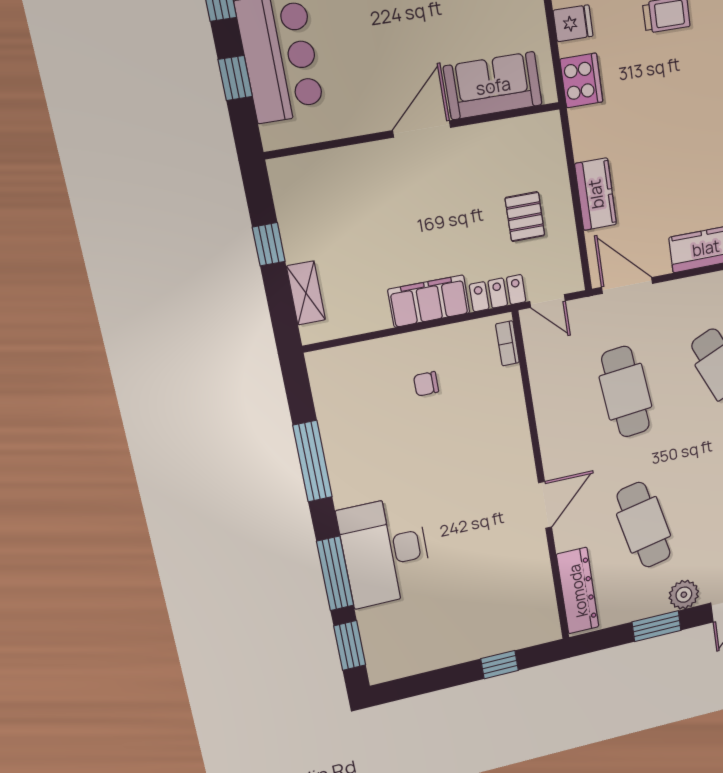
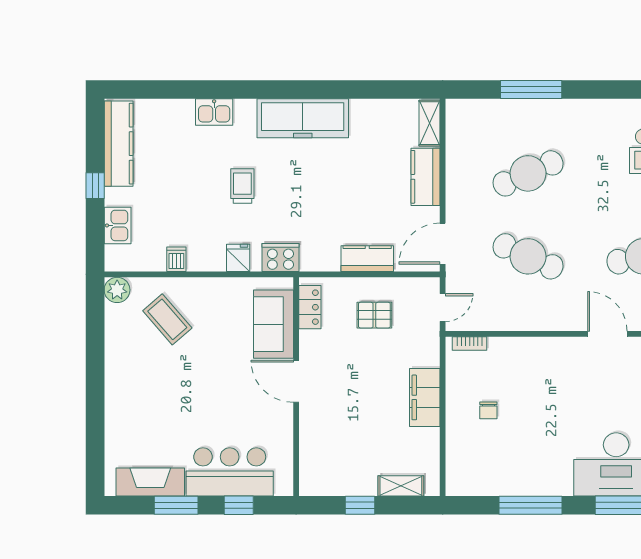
locker: (498, 293) -> (310, 307), moved, turned 180
cafe table: (626, 392) -> (528, 256), turned 30

